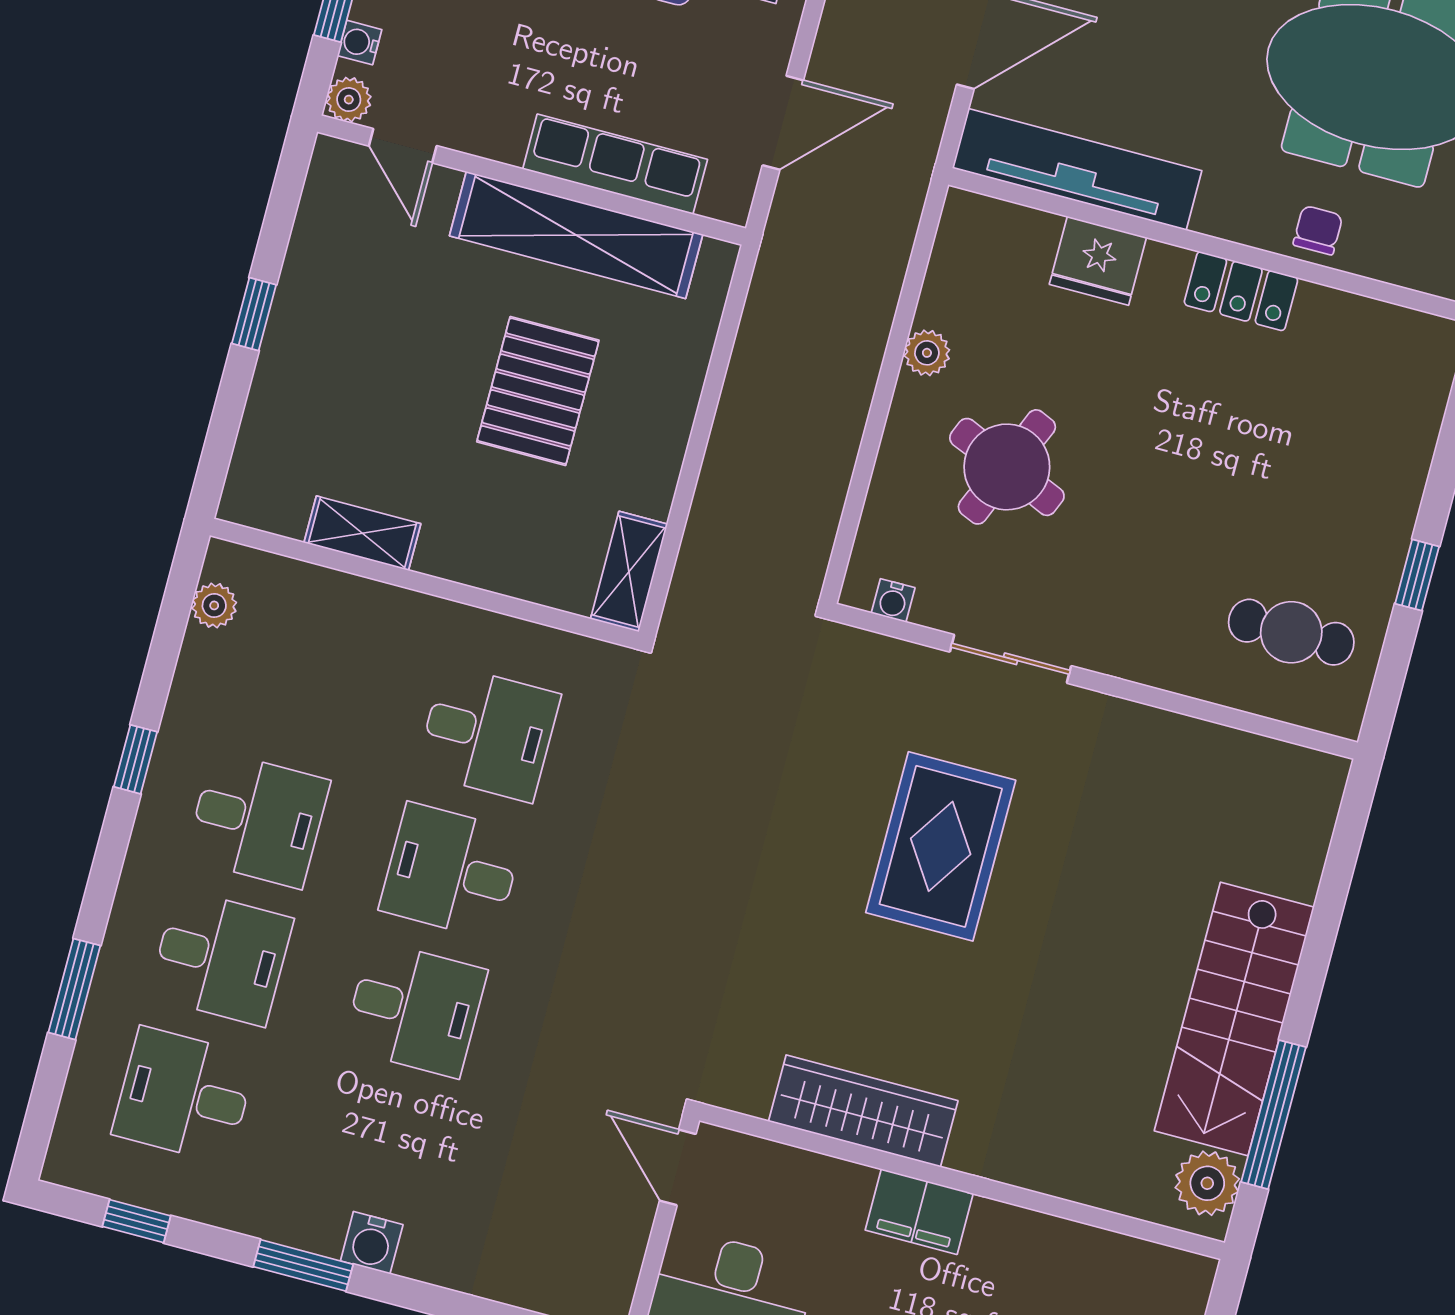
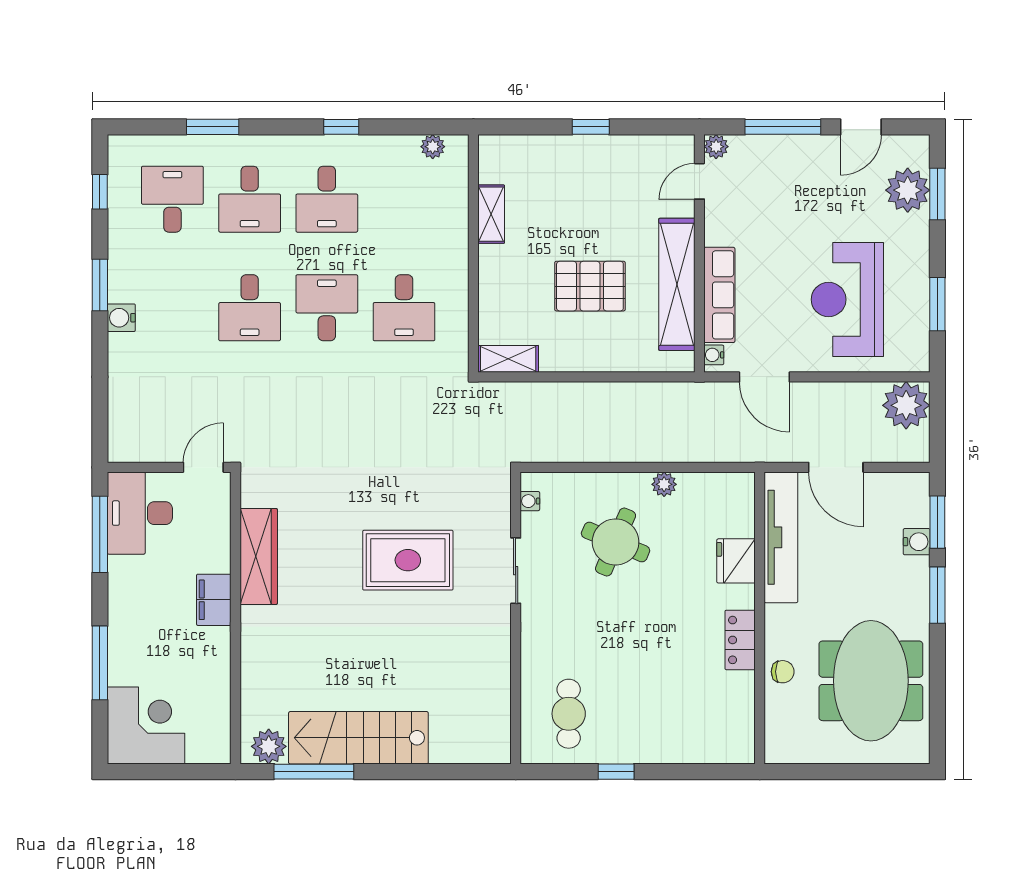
water cooler: (360, 43) -> (714, 355), moved, turned -90

